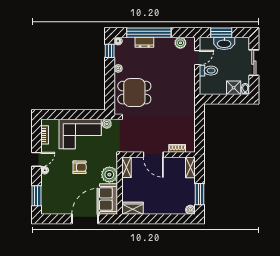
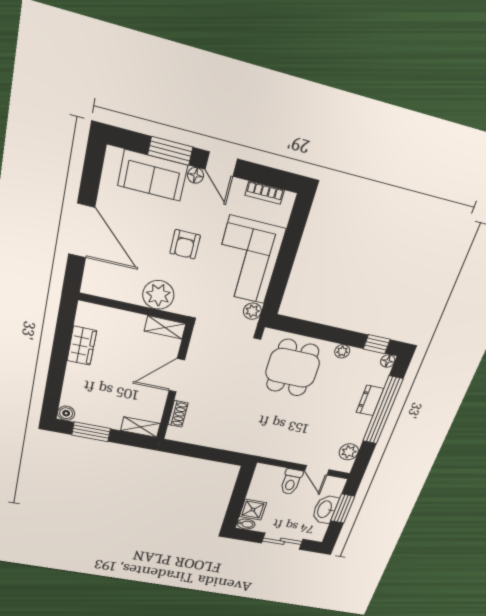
window: (36, 196) -> (170, 151), moved
sofa: (108, 199) -> (153, 175), moved, turned 180
wardrobe: (132, 208) -> (82, 346), moved

